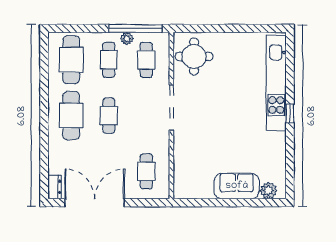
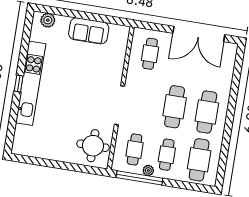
kitchen unit: (276, 83) -> (31, 83), moved
cafe table: (109, 116) -> (175, 107), width x1.37, depth x1.35
sofa: (237, 186) -> (89, 31), moved
dresser: (54, 187) -> (231, 53), removed

